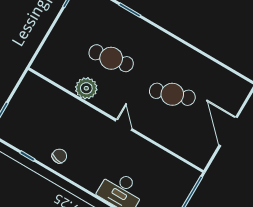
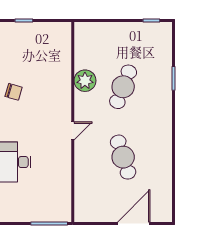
cafe table: (111, 58) -> (123, 87), turned 30
door: (228, 131) -> (134, 223), moved

